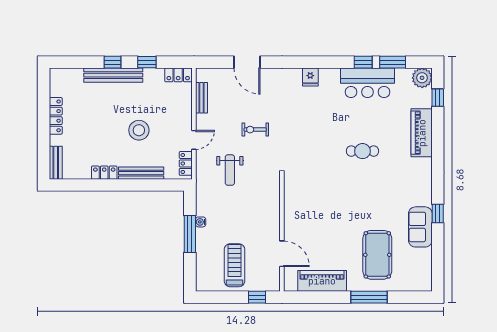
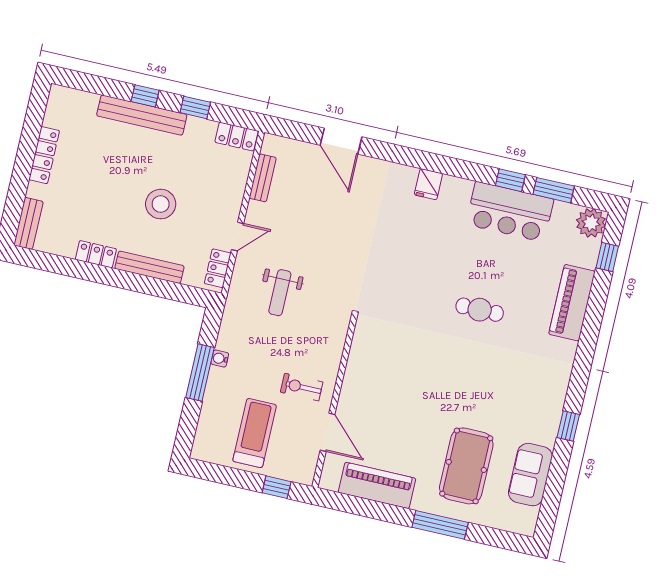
exercise bike: (255, 130) -> (302, 387), moved
sofa: (420, 227) -> (530, 475), moved

